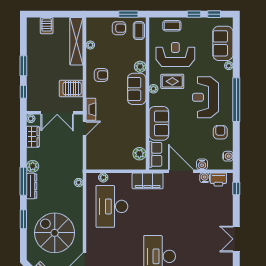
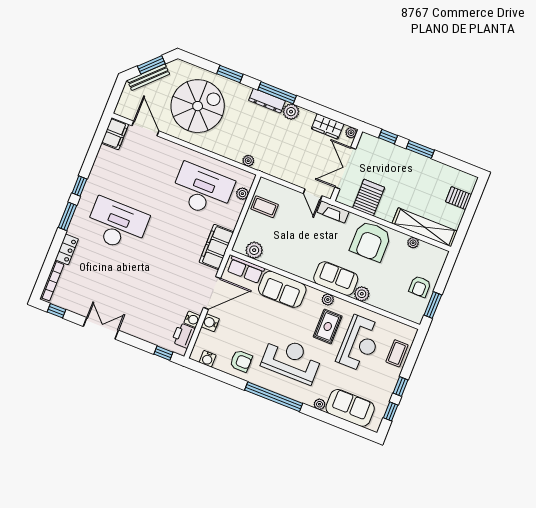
coffee table: (139, 31) -> (265, 207), moved
armchair: (101, 75) -> (371, 241), width x1.88, depth x1.88

